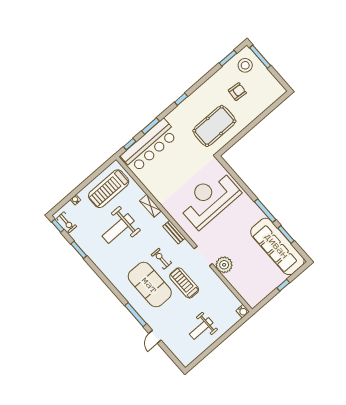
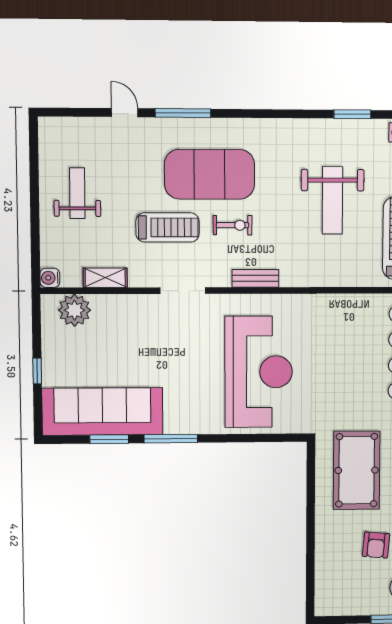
shelving: (151, 206) -> (105, 278), moved
weight bench: (118, 229) -> (332, 200), turned 180
plant: (224, 265) -> (74, 310), moved

